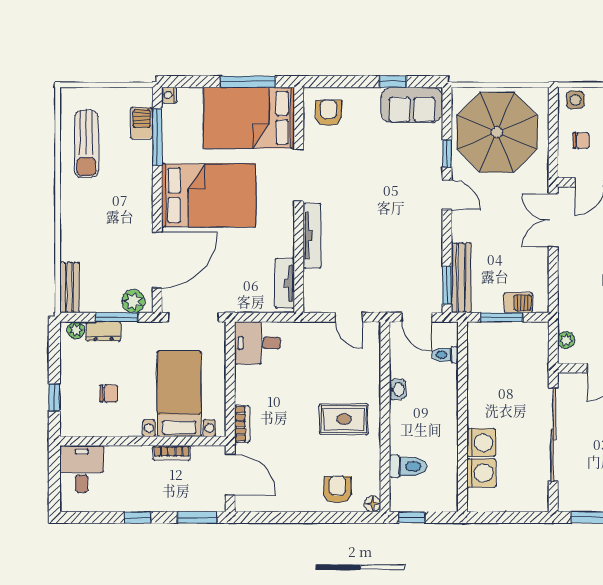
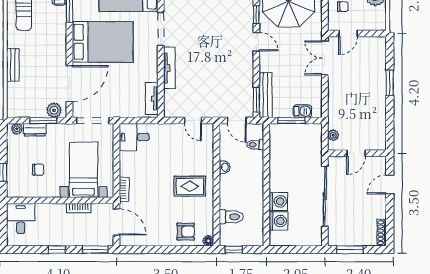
bench: (70, 287) -> (13, 65), moved
armchair: (337, 489) -> (186, 232), turned 90

